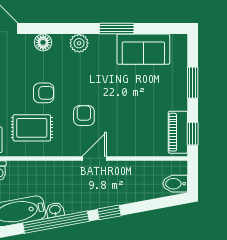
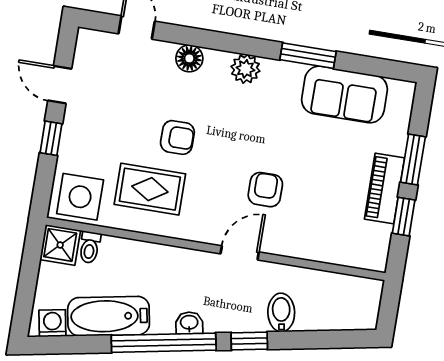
armchair: (84, 116) -> (265, 190), moved
piano: (178, 132) -> (385, 188), moved
window: (193, 134) -> (404, 217), moved
bidet: (175, 184) -> (281, 313), moved, turned 80
washbasin: (55, 210) -> (189, 323), moved

